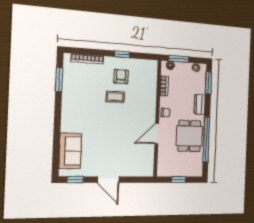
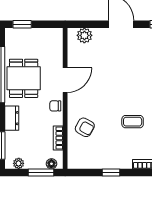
armchair: (121, 77) -> (85, 127), moved, turned -61
coffee table: (115, 97) -> (133, 122), moved
plant: (139, 170) -> (84, 35), added
window: (179, 180) -> (22, 24), moved

